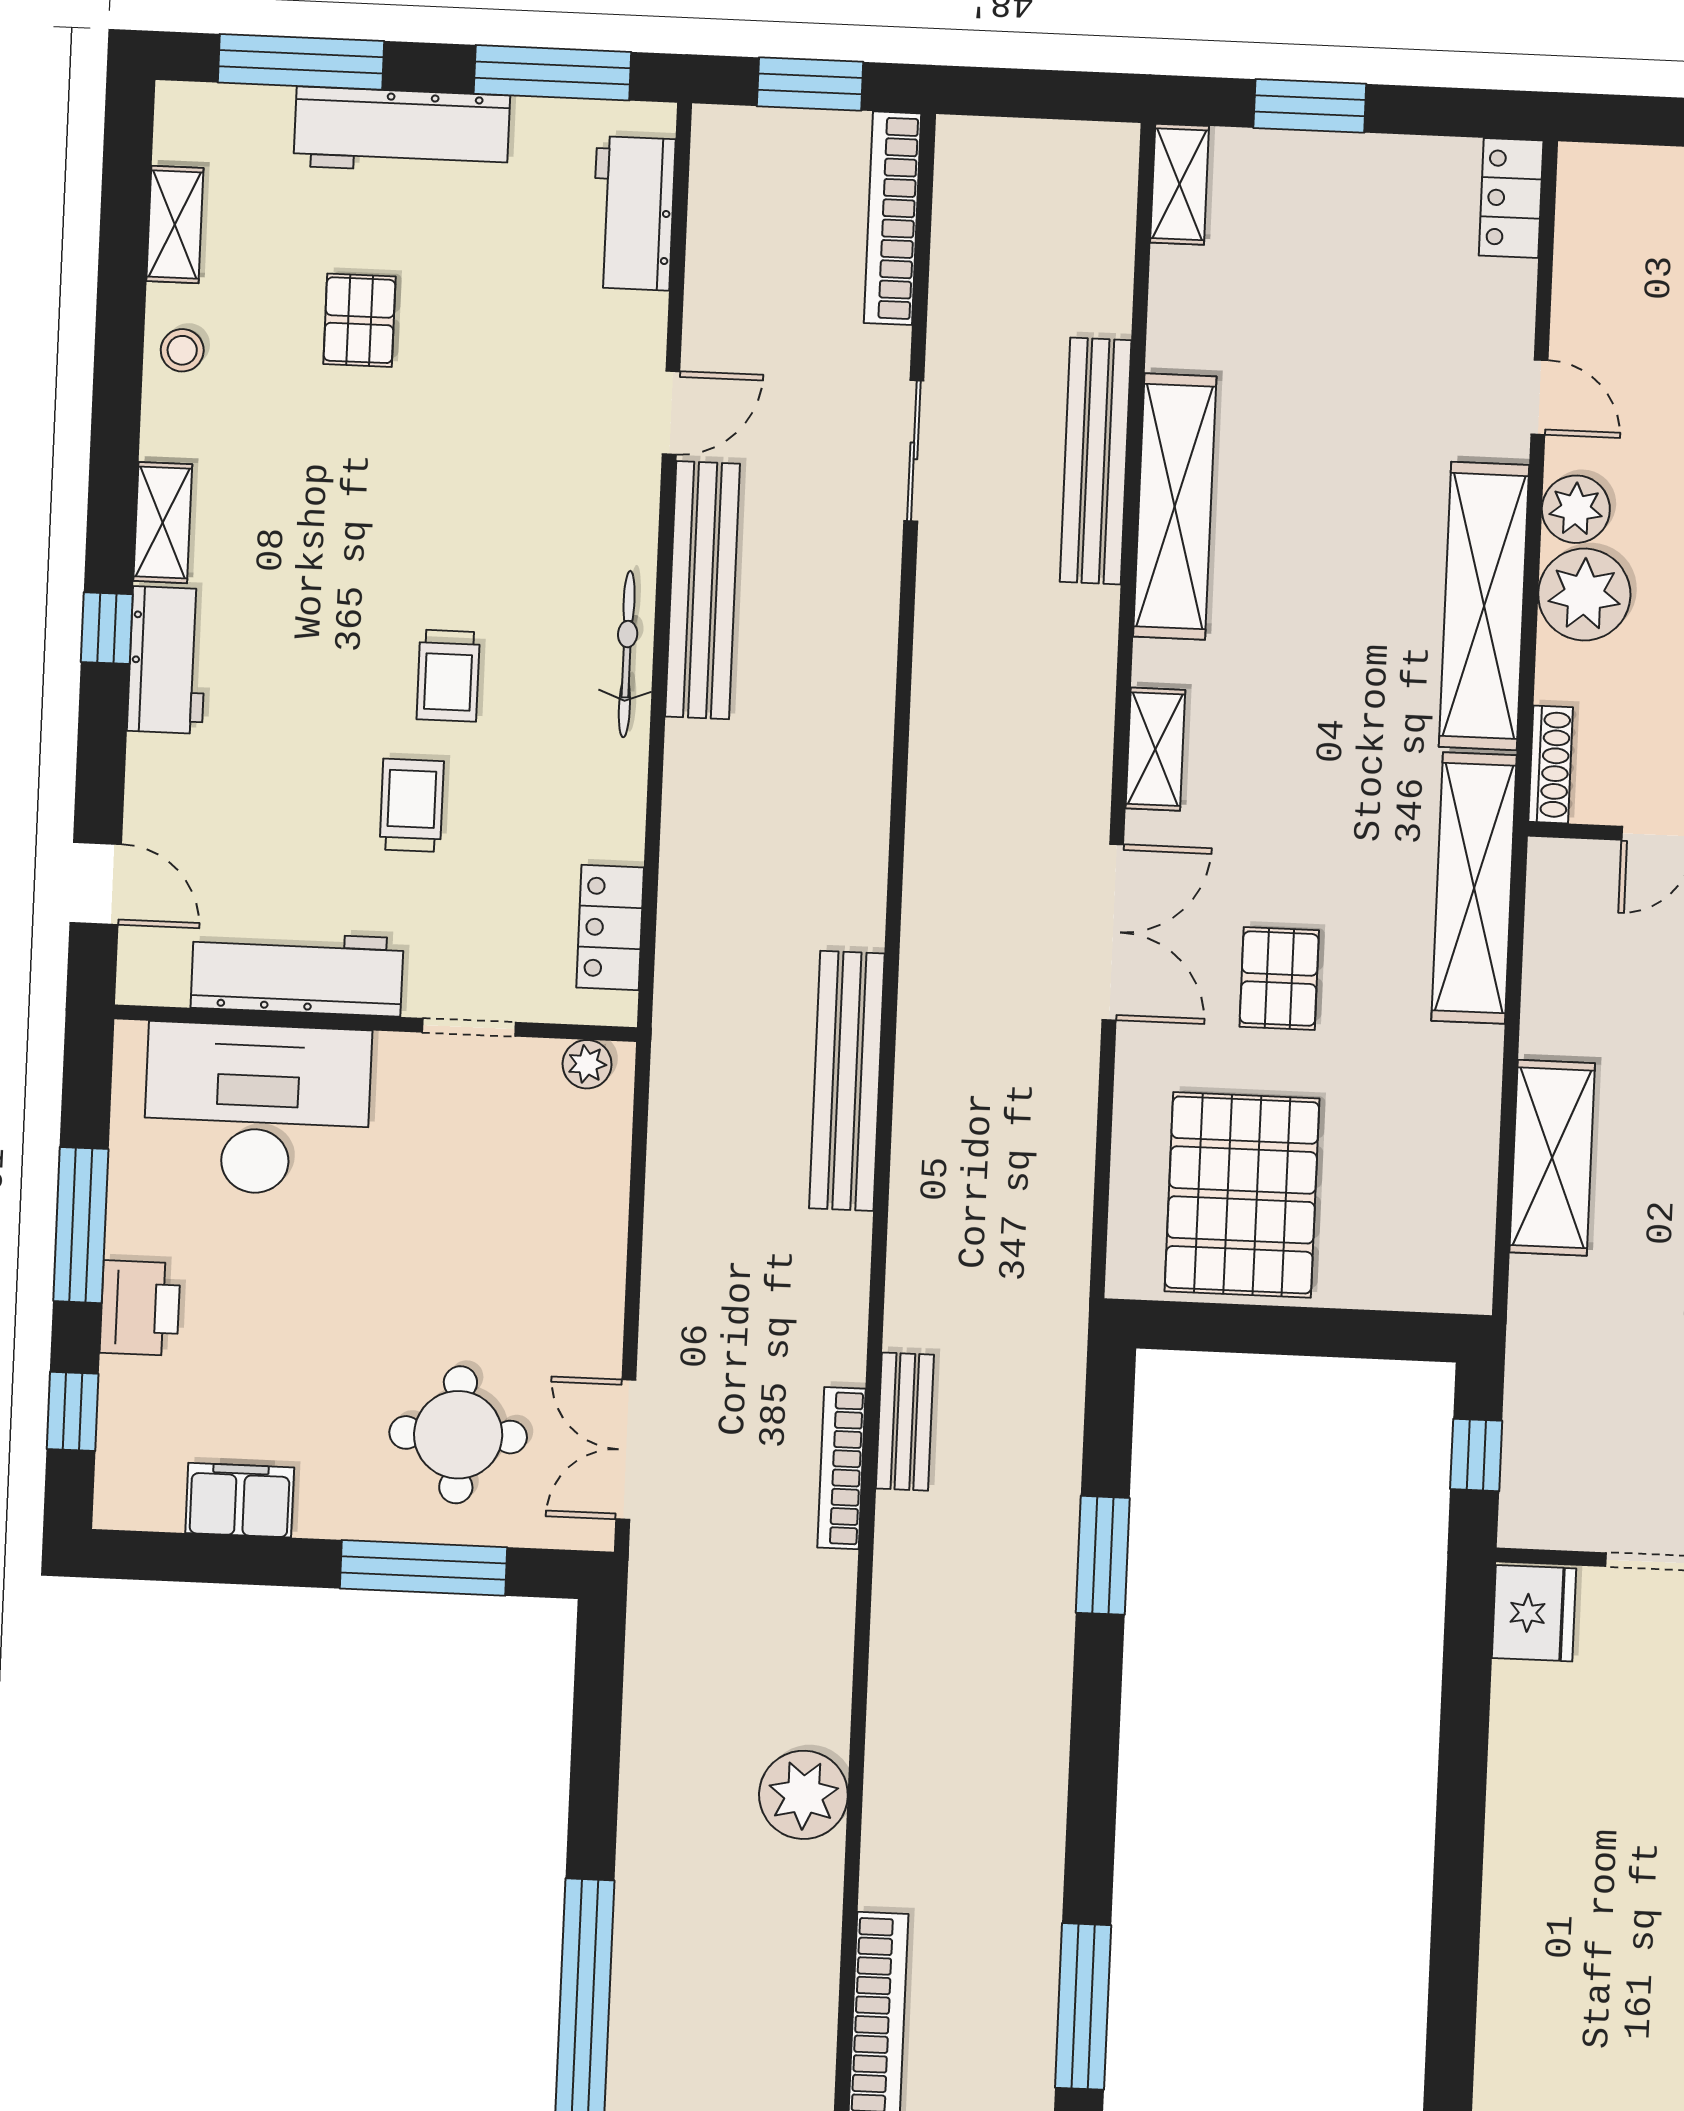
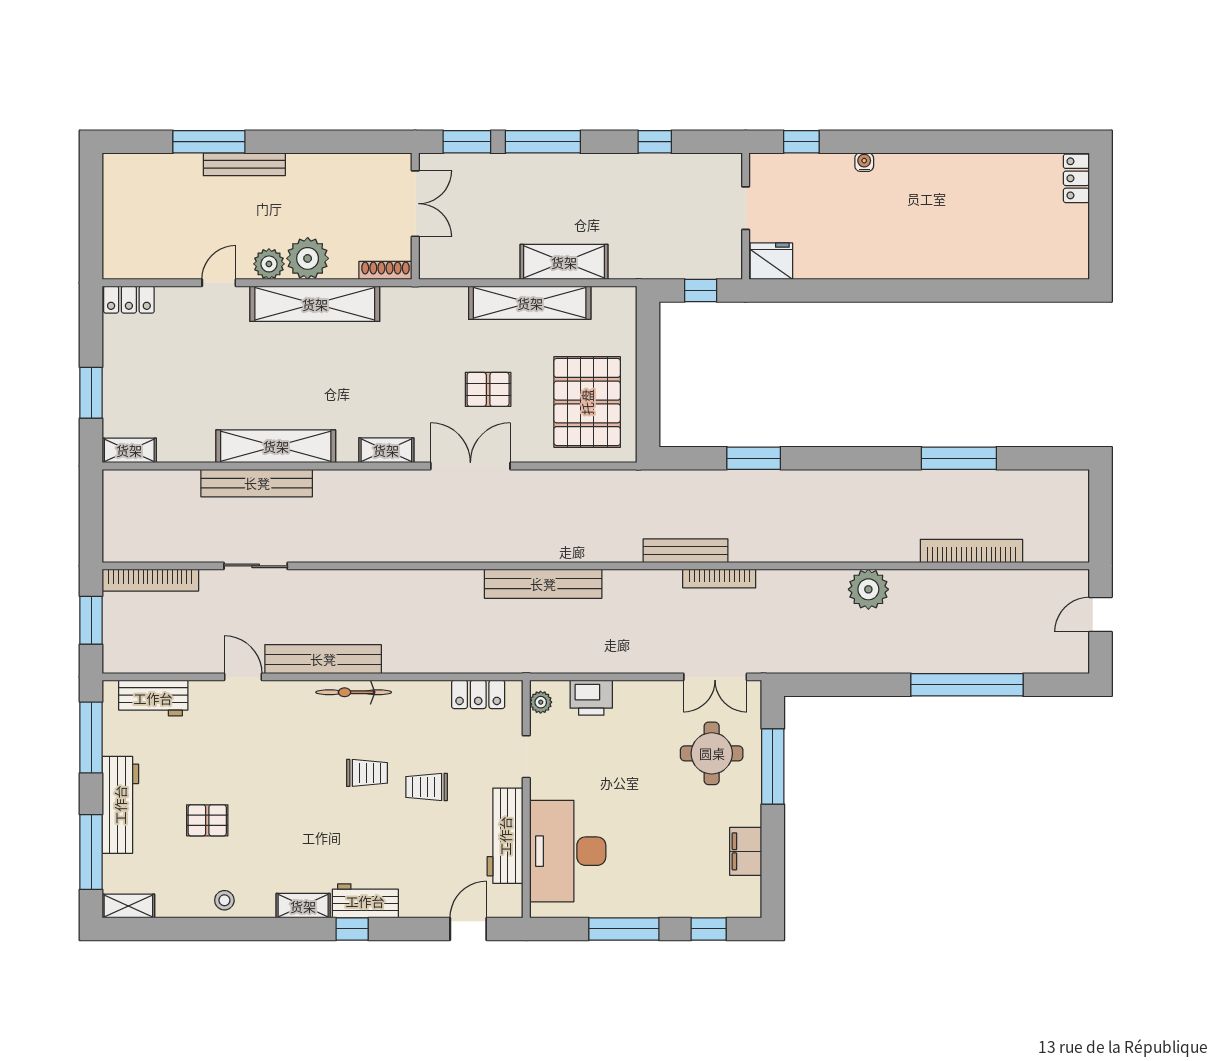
shelving: (175, 224) -> (128, 906), moved
shelving: (1474, 888) -> (530, 303), moved
pallet: (1242, 1195) -> (587, 402), turned 90
printer: (140, 1308) -> (591, 698), moved, turned 180
bench: (905, 1422) -> (686, 551), width x1.36

